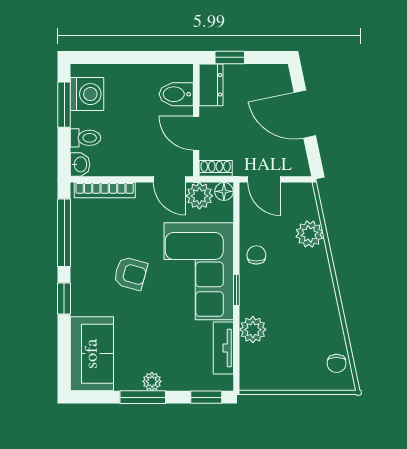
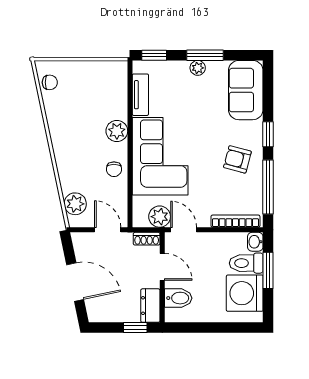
washing machine: (87, 94) -> (245, 293), width x1.37, depth x1.37
window: (64, 105) -> (268, 270), moved
toilet: (85, 138) -> (246, 263), width x1.37, depth x1.39
floor lamp: (224, 191) -> (140, 220), removed
plant: (309, 234) -> (75, 204), moved
armchair: (131, 273) -> (237, 159), moved
window: (236, 290) -> (130, 141), removed
plant: (253, 330) -> (117, 131), moved
chair: (337, 363) -> (50, 82), turned 90

